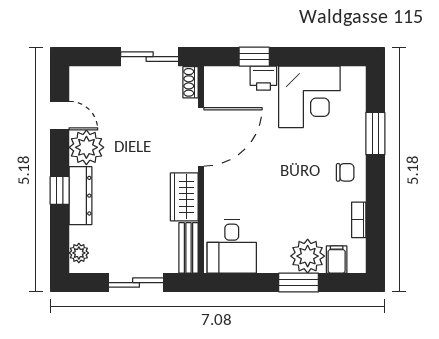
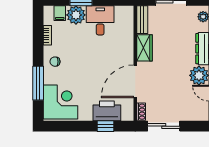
printer: (263, 78) -> (107, 111), width x1.87, depth x1.48
corner desk: (309, 97) -> (61, 102), moved, turned 90
window: (375, 134) -> (38, 83), width x1.44
desk: (232, 247) -> (100, 20), moved

